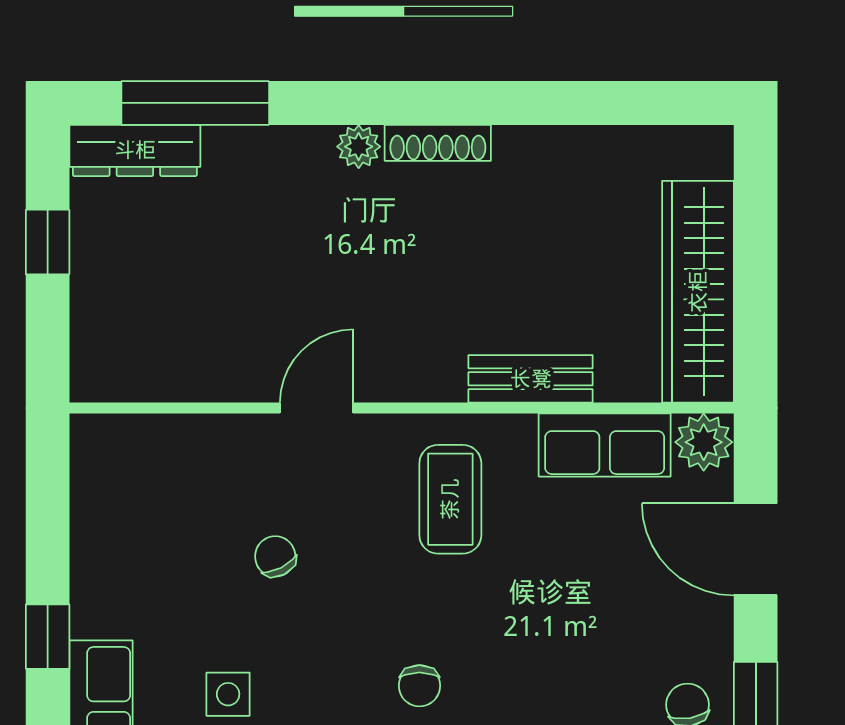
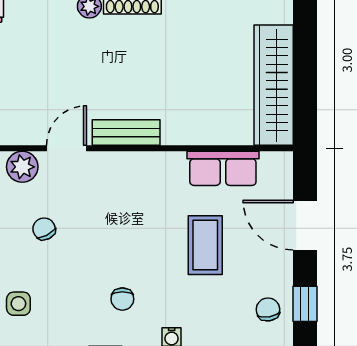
bench: (531, 379) -> (126, 132), moved
plant: (704, 442) -> (22, 167), moved
coffee table: (450, 499) -> (205, 245), moved

